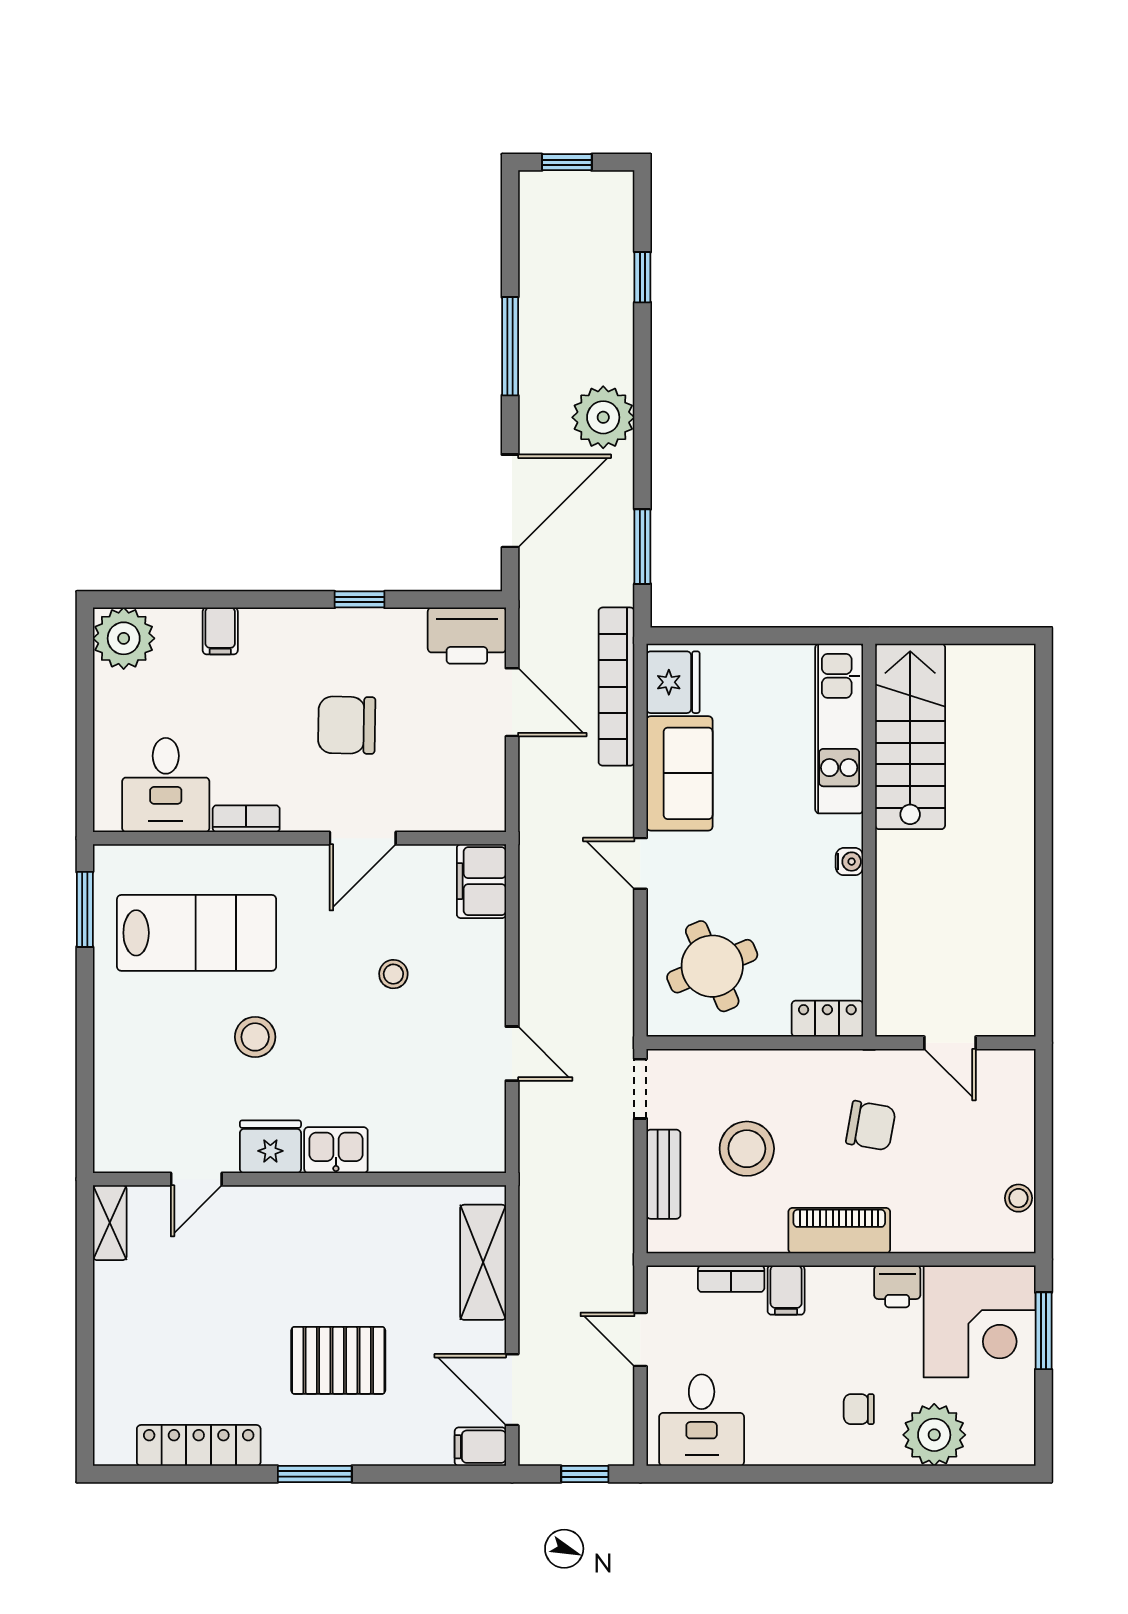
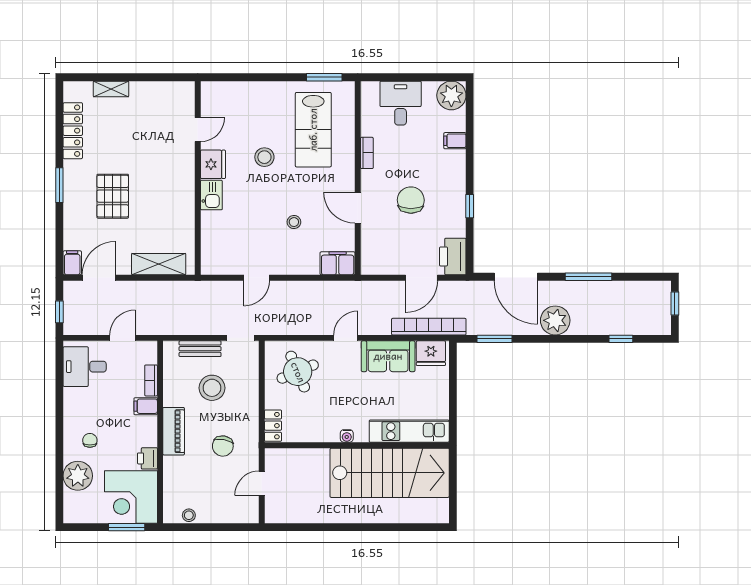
stairs: (910, 736) -> (390, 473), width x1.36, depth x1.51
desk: (166, 785) -> (401, 103), moved, turned 90
door: (196, 1179) -> (198, 130), swing flipped
shelving: (110, 1223) -> (111, 89), moved

